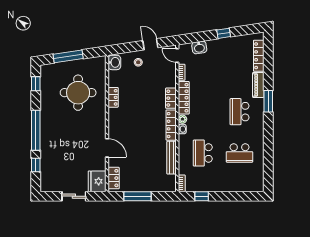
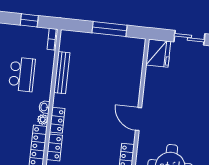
locker: (171, 125) -> (57, 120), width x0.66
door: (107, 148) -> (139, 119), moved
locker: (114, 178) -> (137, 55), removed

